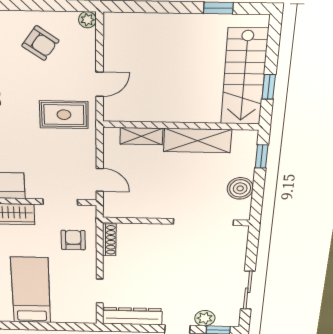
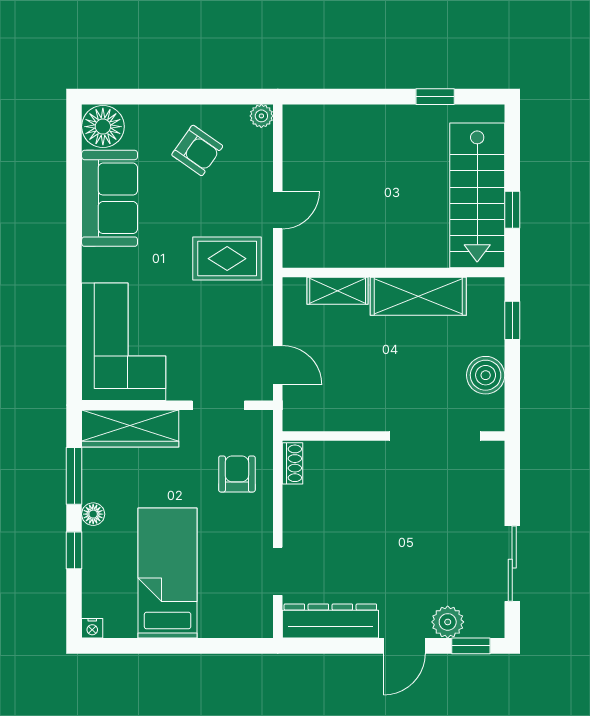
shoe rack: (109, 240) -> (292, 463), width x0.70

